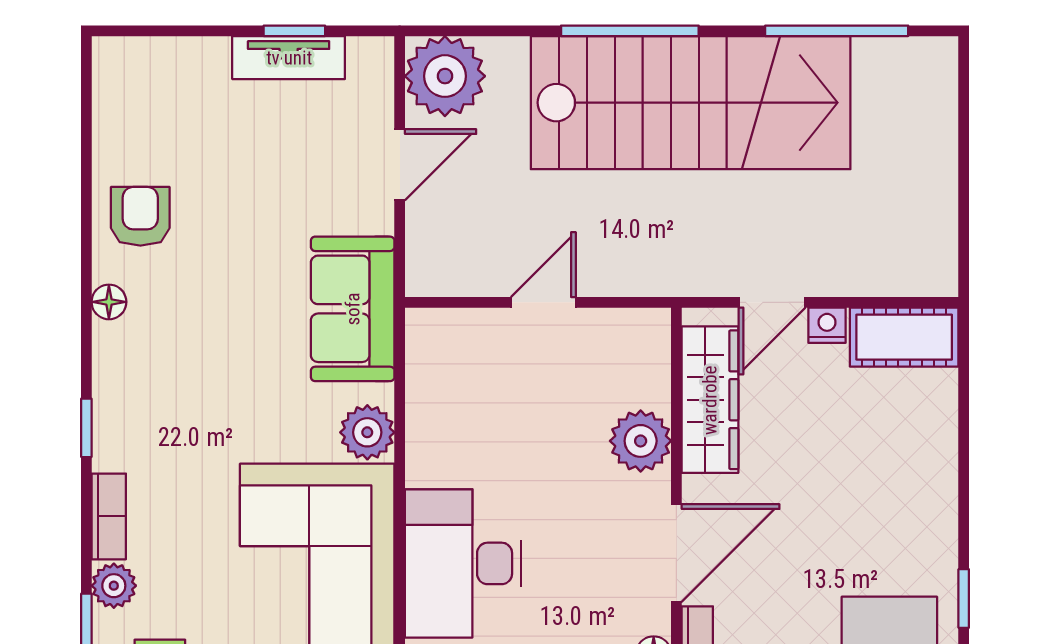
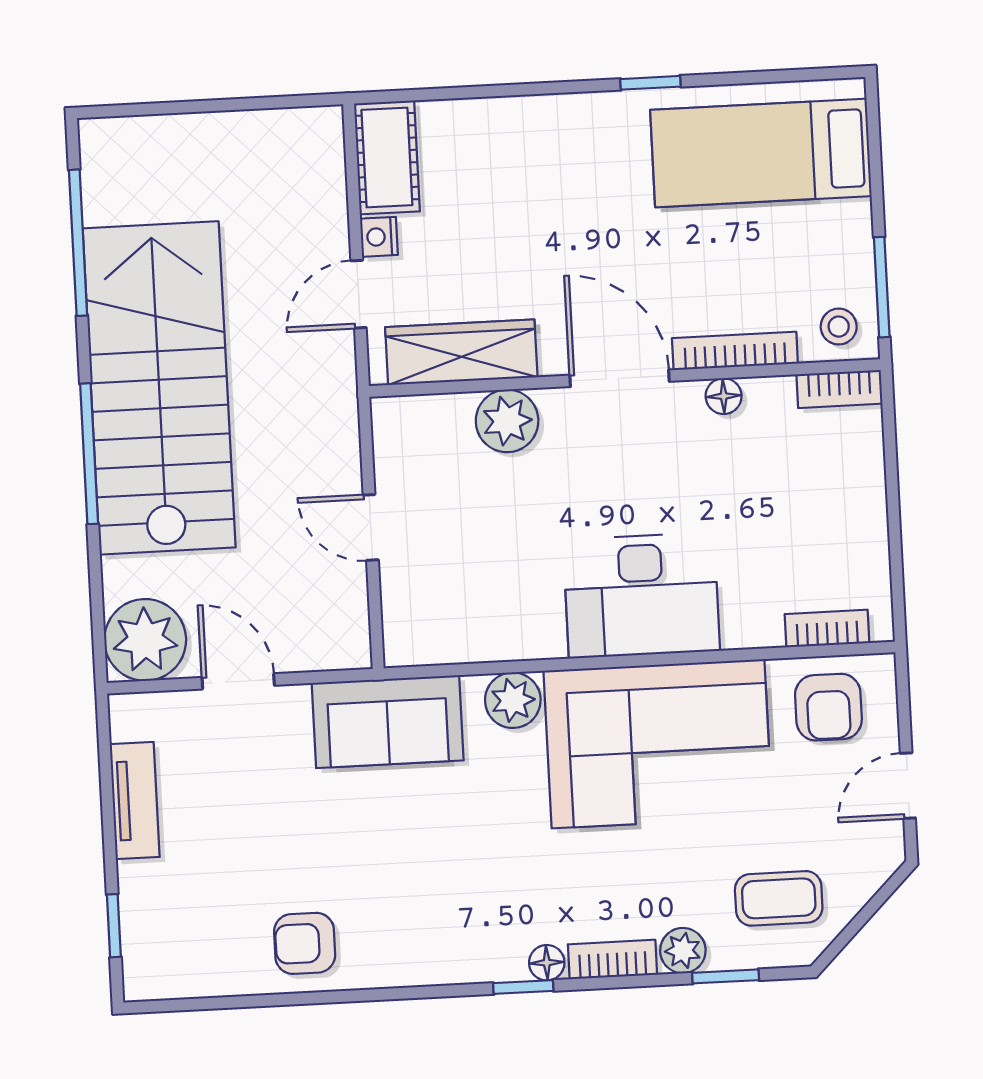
window: (294, 31) -> (114, 926), moved
floor lamp: (109, 302) -> (547, 963), moved
door: (772, 302) -> (359, 294), swing flipped

